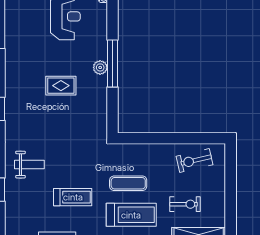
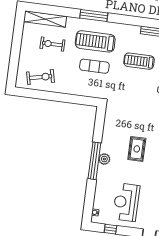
rug: (61, 86) -> (137, 149), turned 90

